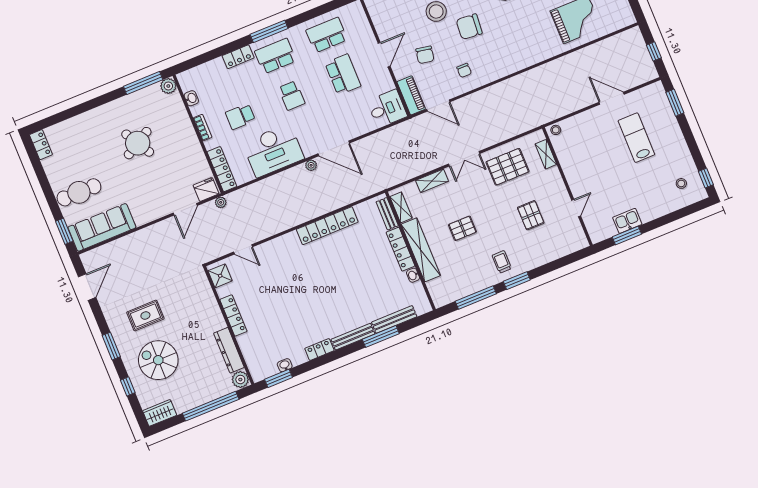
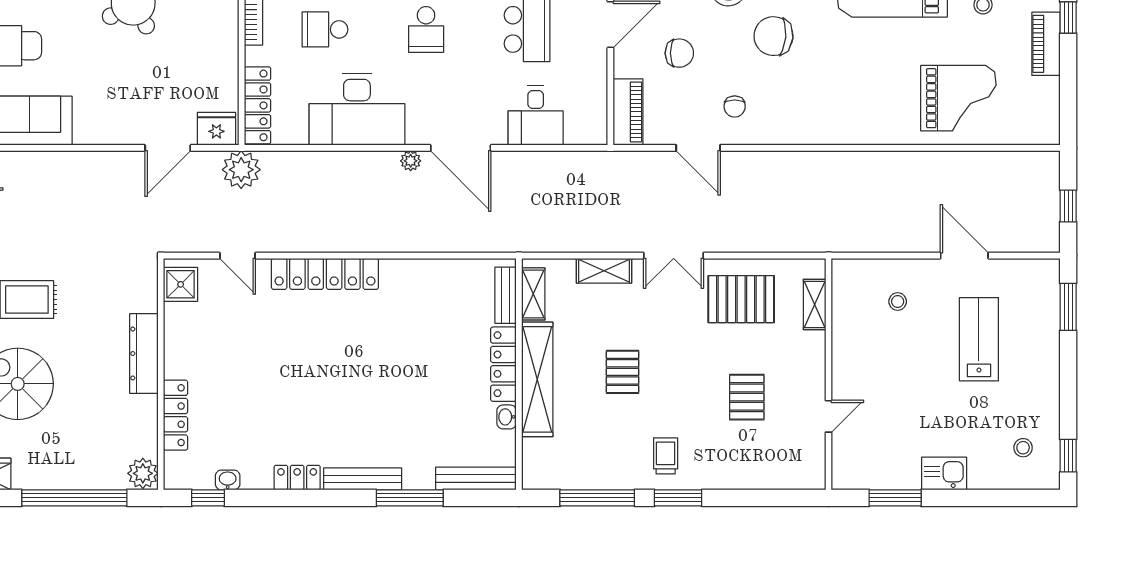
chair: (425, 55) -> (679, 53), turned -100
door: (438, 106) -> (698, 148), moved
desk: (387, 109) -> (536, 116), moved, turned 90
stool: (556, 130) -> (898, 301), moved
plant: (221, 202) -> (241, 170), width x1.87, depth x1.87
kitchen sink: (627, 221) -> (944, 473), moved
locker: (327, 226) -> (325, 274), moved
pallet: (462, 228) -> (623, 372), turned 90
locker: (233, 315) -> (176, 415), moved
bench: (394, 319) -> (476, 479), moved
dresser: (229, 350) -> (144, 354), moved
window: (278, 378) -> (208, 498), width x0.67

